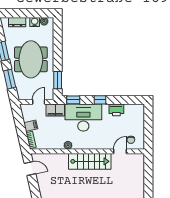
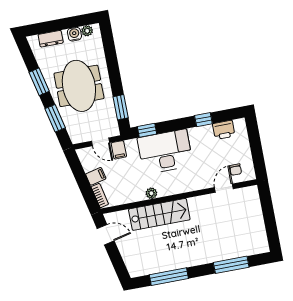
window: (100, 100) -> (203, 120), moved
door: (39, 102) -> (100, 142), swing flipped
filing cabinet: (55, 110) -> (119, 150), width x0.50
printer: (116, 110) -> (224, 130), moved
stairs: (90, 161) -> (159, 214), moved

